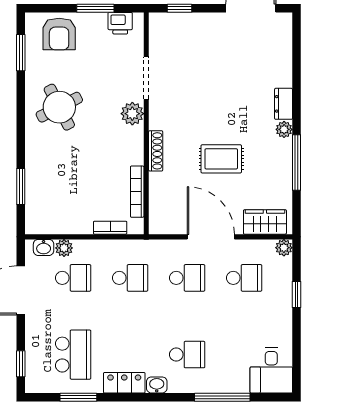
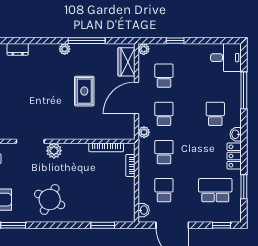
dresser: (284, 104) -> (18, 49), moved
round table: (59, 107) -> (50, 199), turned -37
shoe rack: (156, 151) -> (79, 135), removed
plant: (64, 248) -> (144, 132), moved

